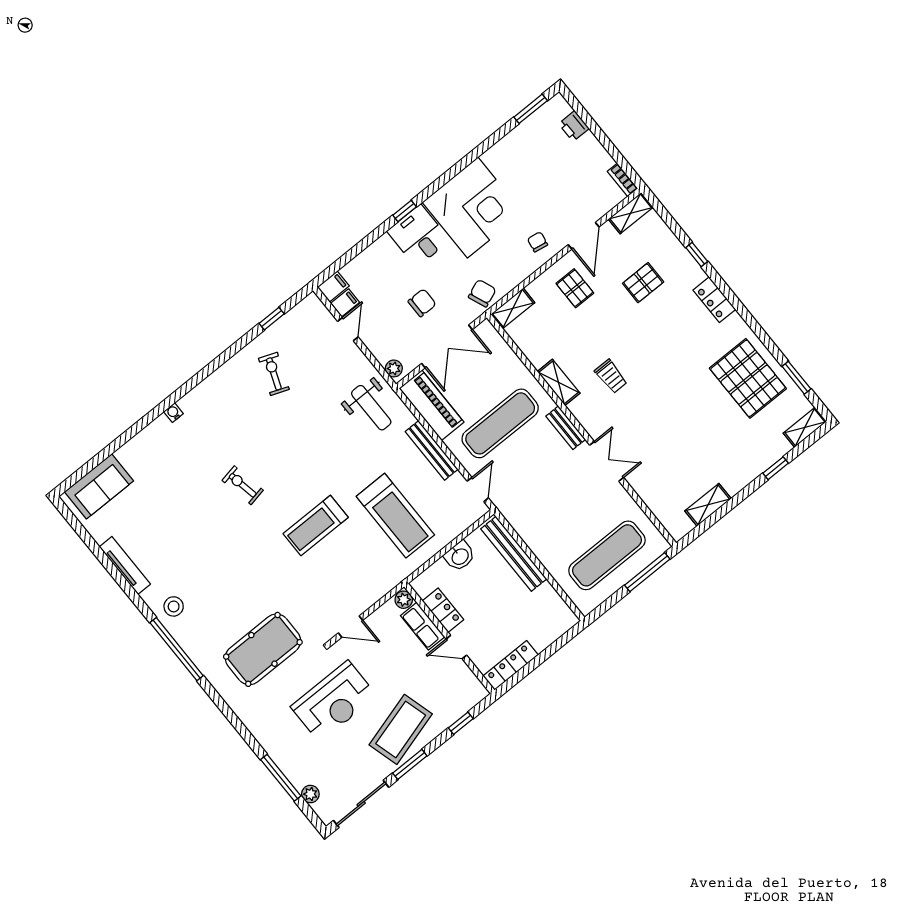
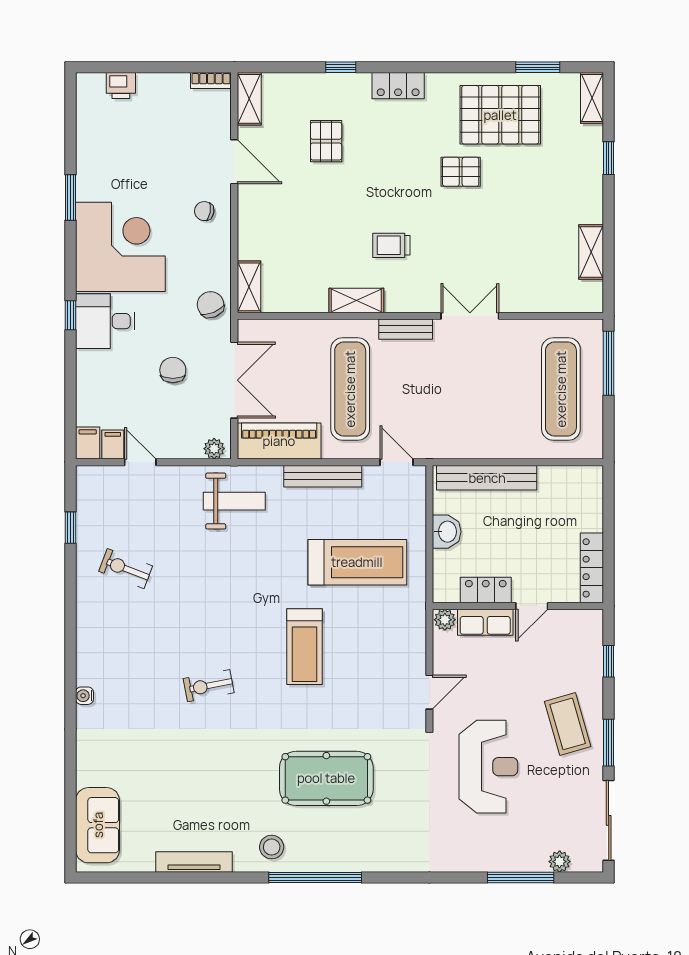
window: (531, 109) -> (71, 197), moved
pallet: (575, 288) -> (461, 172), moved
trolley: (611, 376) -> (391, 245), turned 180
pool table: (263, 649) -> (326, 778), moved, turned 90
coffee table: (401, 729) -> (568, 724), width x0.73, depth x0.76

